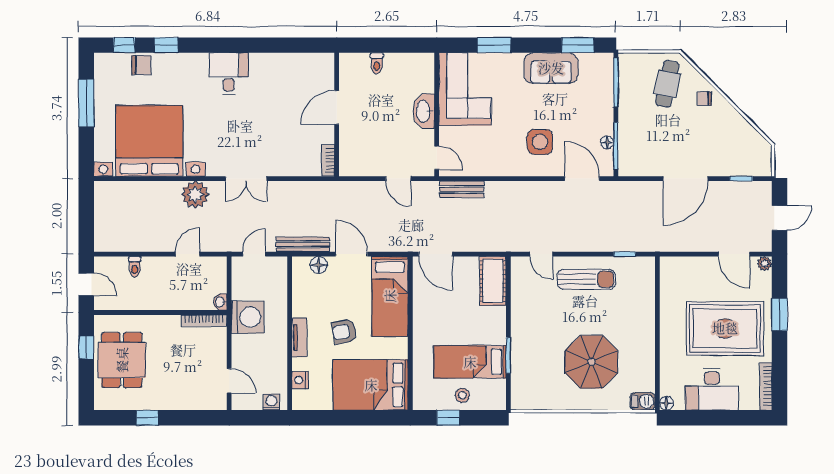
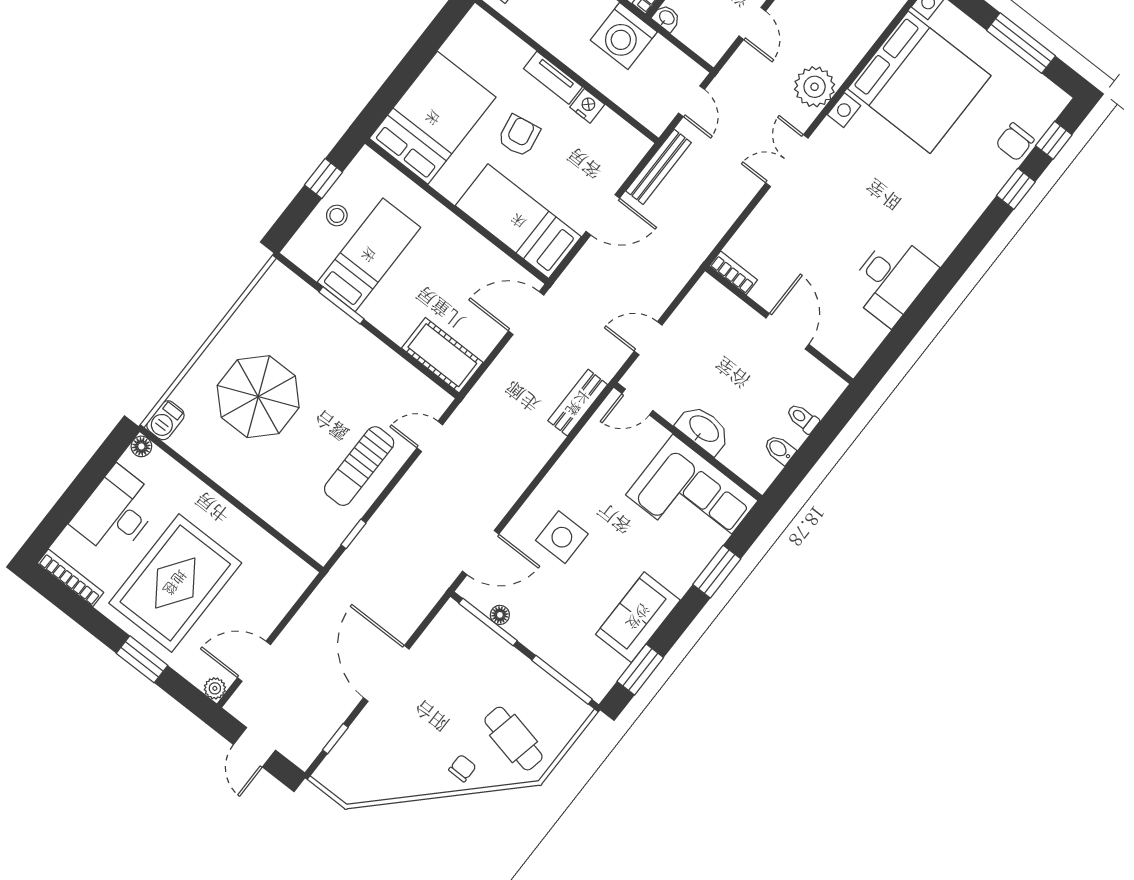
bidet: (403, 62) -> (779, 450), added
desk: (229, 74) -> (891, 280), moved, width x1.37
floor lamp: (319, 265) -> (620, 167), removed
nightstand: (300, 380) -> (587, 106), moved

